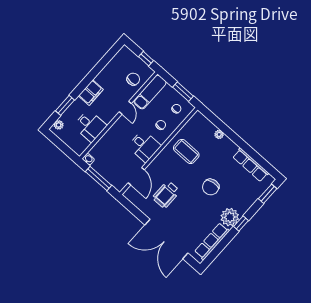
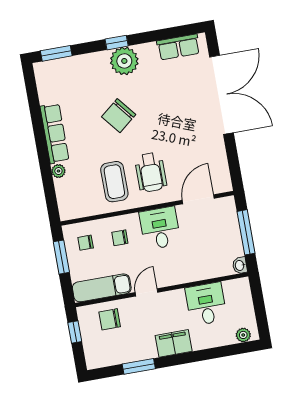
window: (65, 105) -> (139, 366), moved
row of seats: (251, 165) -> (55, 133), moved
chair: (211, 187) -> (119, 116), turned 148
wheelchair: (166, 194) -> (151, 172), moved, turned 90
row of seats: (212, 241) -> (178, 47), width x0.68

